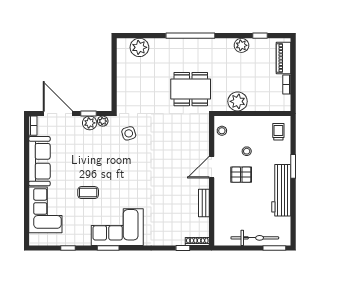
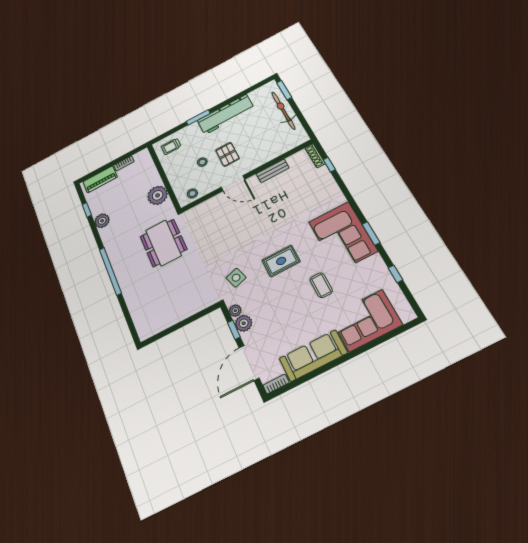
plant: (139, 47) -> (141, 314), removed
rug: (123, 173) -> (281, 261), added

